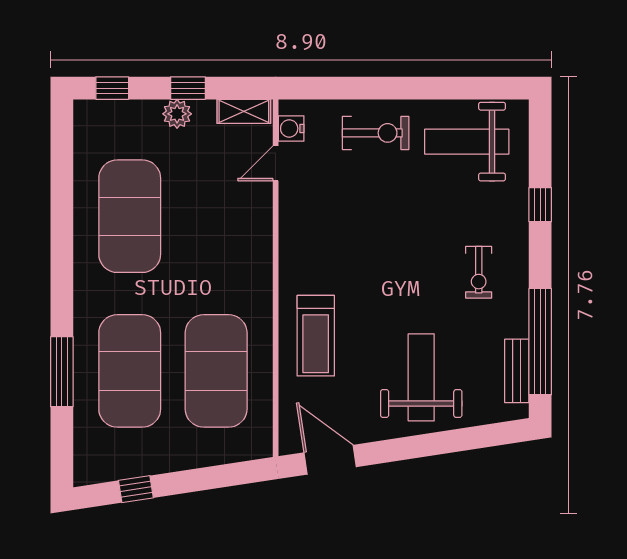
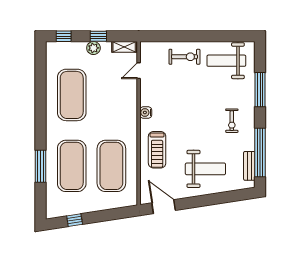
water cooler: (291, 128) -> (146, 112), moved
window: (540, 205) -> (260, 90), width x2.17
weight bench: (421, 377) -> (205, 169), turned 90

